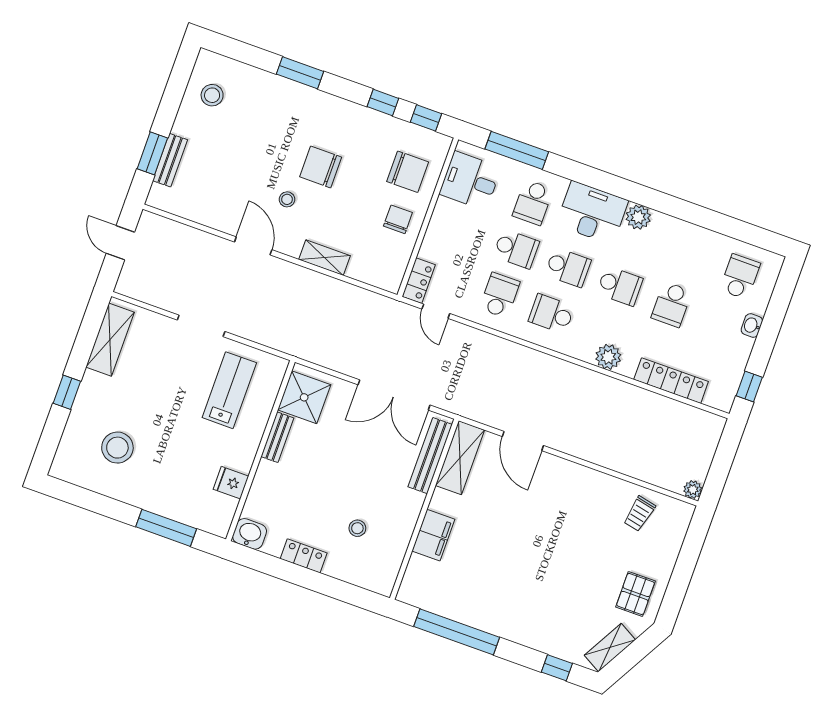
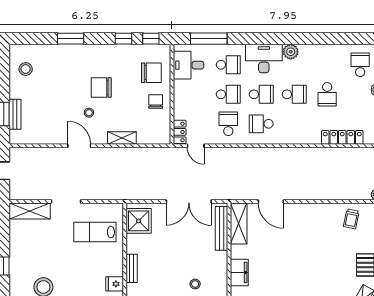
school desk: (533, 202) -> (228, 65), turned -90
shelving: (110, 340) -> (30, 211), moved, turned 90
plant: (608, 357) -> (302, 137), removed
lab bench: (229, 390) -> (95, 232), turned -90
bench: (277, 437) -> (132, 268), moved

